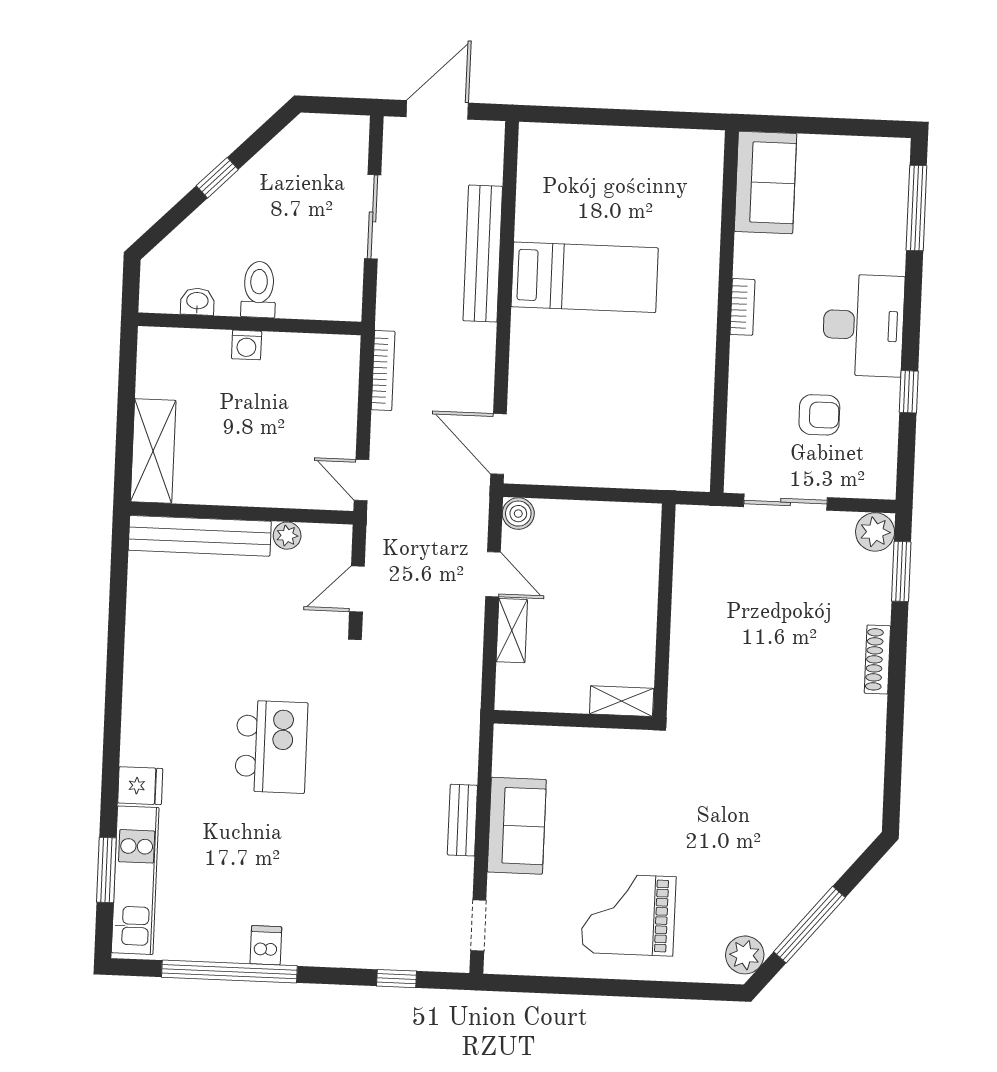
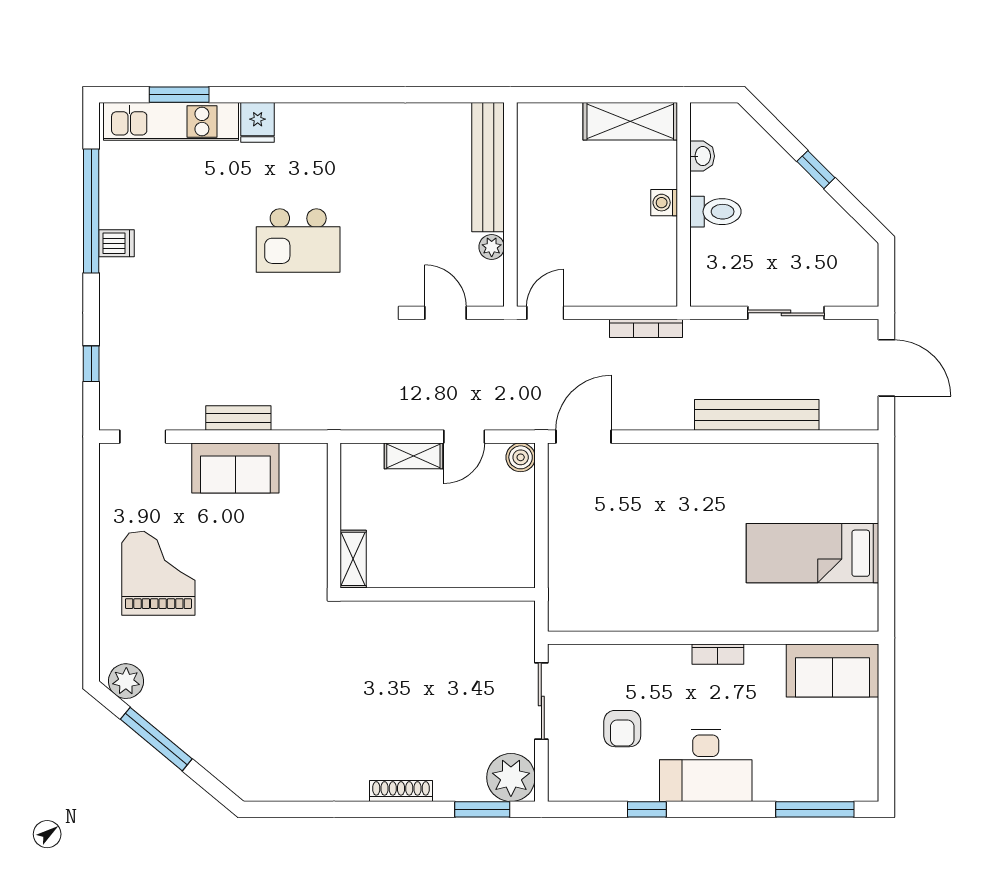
bed: (585, 277) -> (812, 553), moved, turned 90
shelving: (153, 451) -> (630, 121), moved
plant: (875, 532) -> (511, 778), width x1.36, depth x1.36

